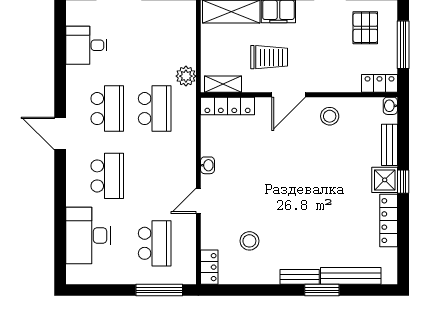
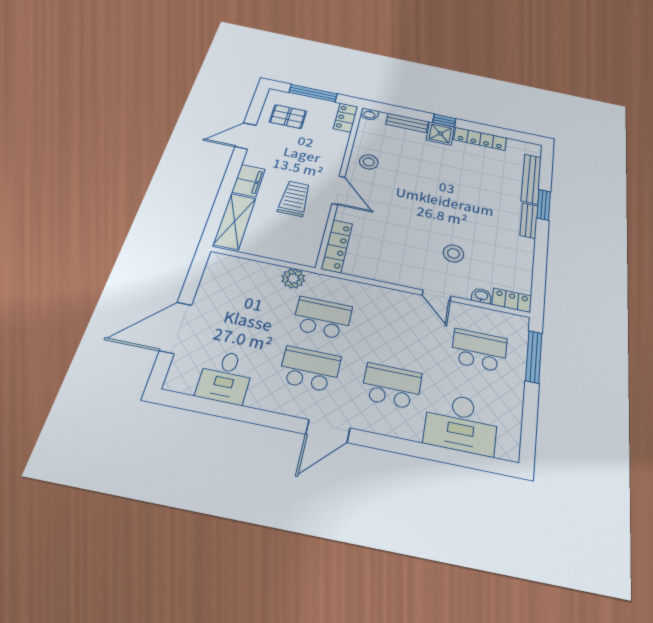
shelving: (223, 84) -> (312, 245), removed
washbasin: (207, 165) -> (481, 296), moved
stool: (249, 241) -> (453, 253), moved

